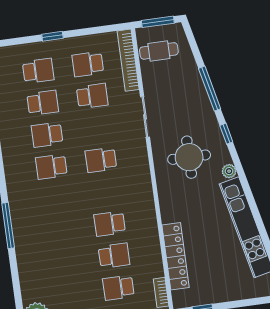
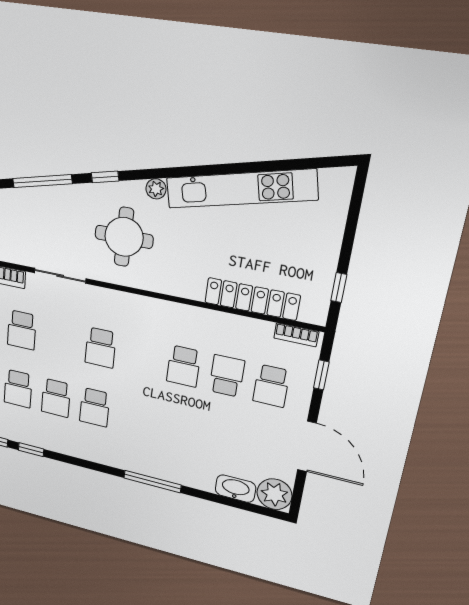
school desk: (92, 96) -> (22, 330), turned 180
school desk: (43, 103) -> (18, 389), turned 180
washbasin: (29, 287) -> (235, 489), added

